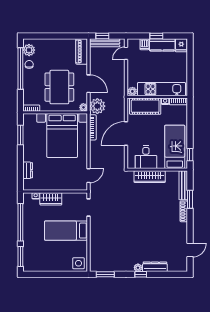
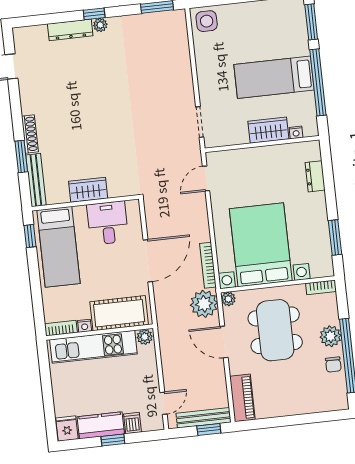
plant: (29, 50) -> (330, 336), moved
wardrobe: (150, 177) -> (88, 190), width x0.67
bed: (66, 231) -> (274, 77), moved, turned 180

